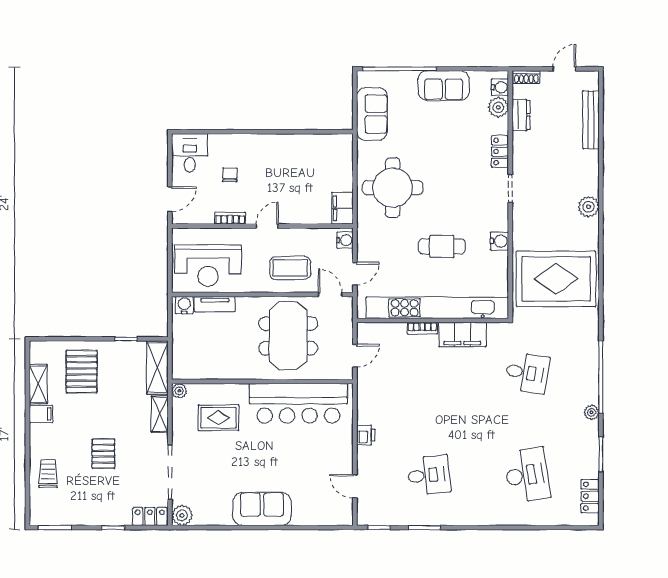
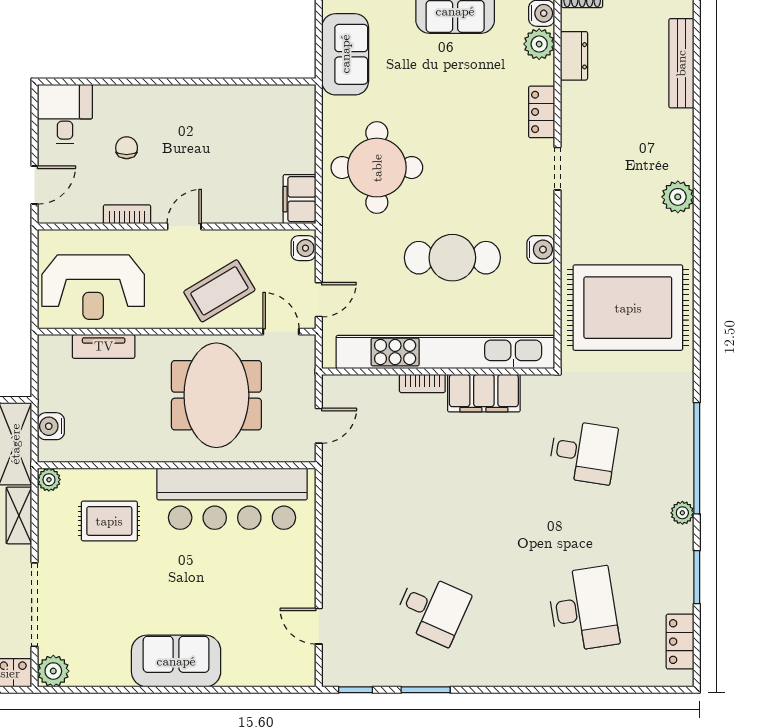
cafe table: (442, 246) -> (452, 258), width x1.37, depth x1.35
coffee table: (290, 268) -> (219, 291), turned -31
water cooler: (184, 305) -> (51, 426), moved, turned -90
printer: (366, 435) -> (336, 548), removed
desk: (429, 475) -> (432, 609), turned 30

